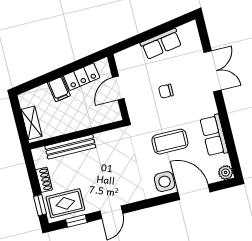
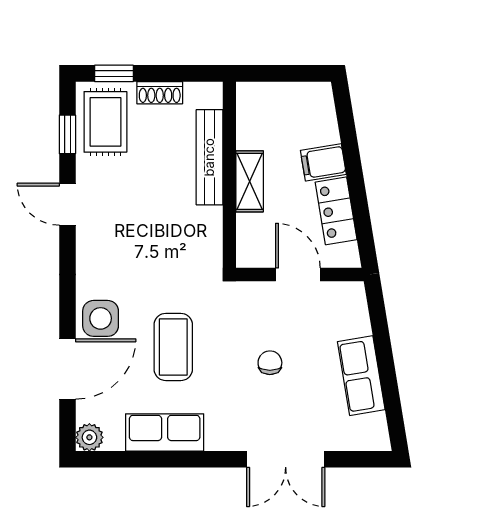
shelving: (31, 123) -> (250, 181), moved, turned 90

